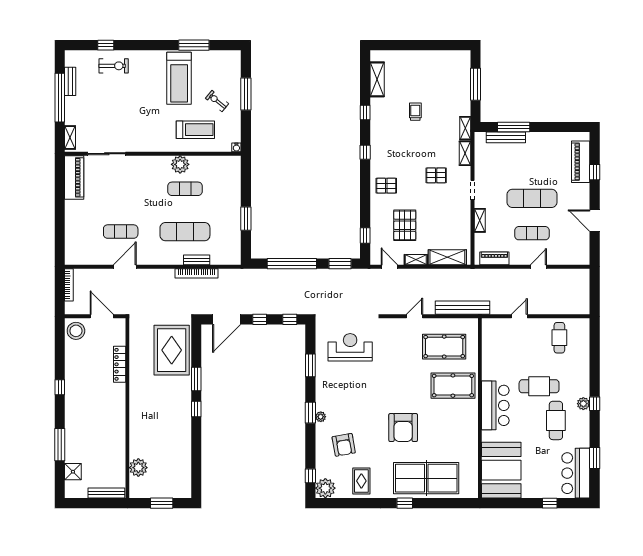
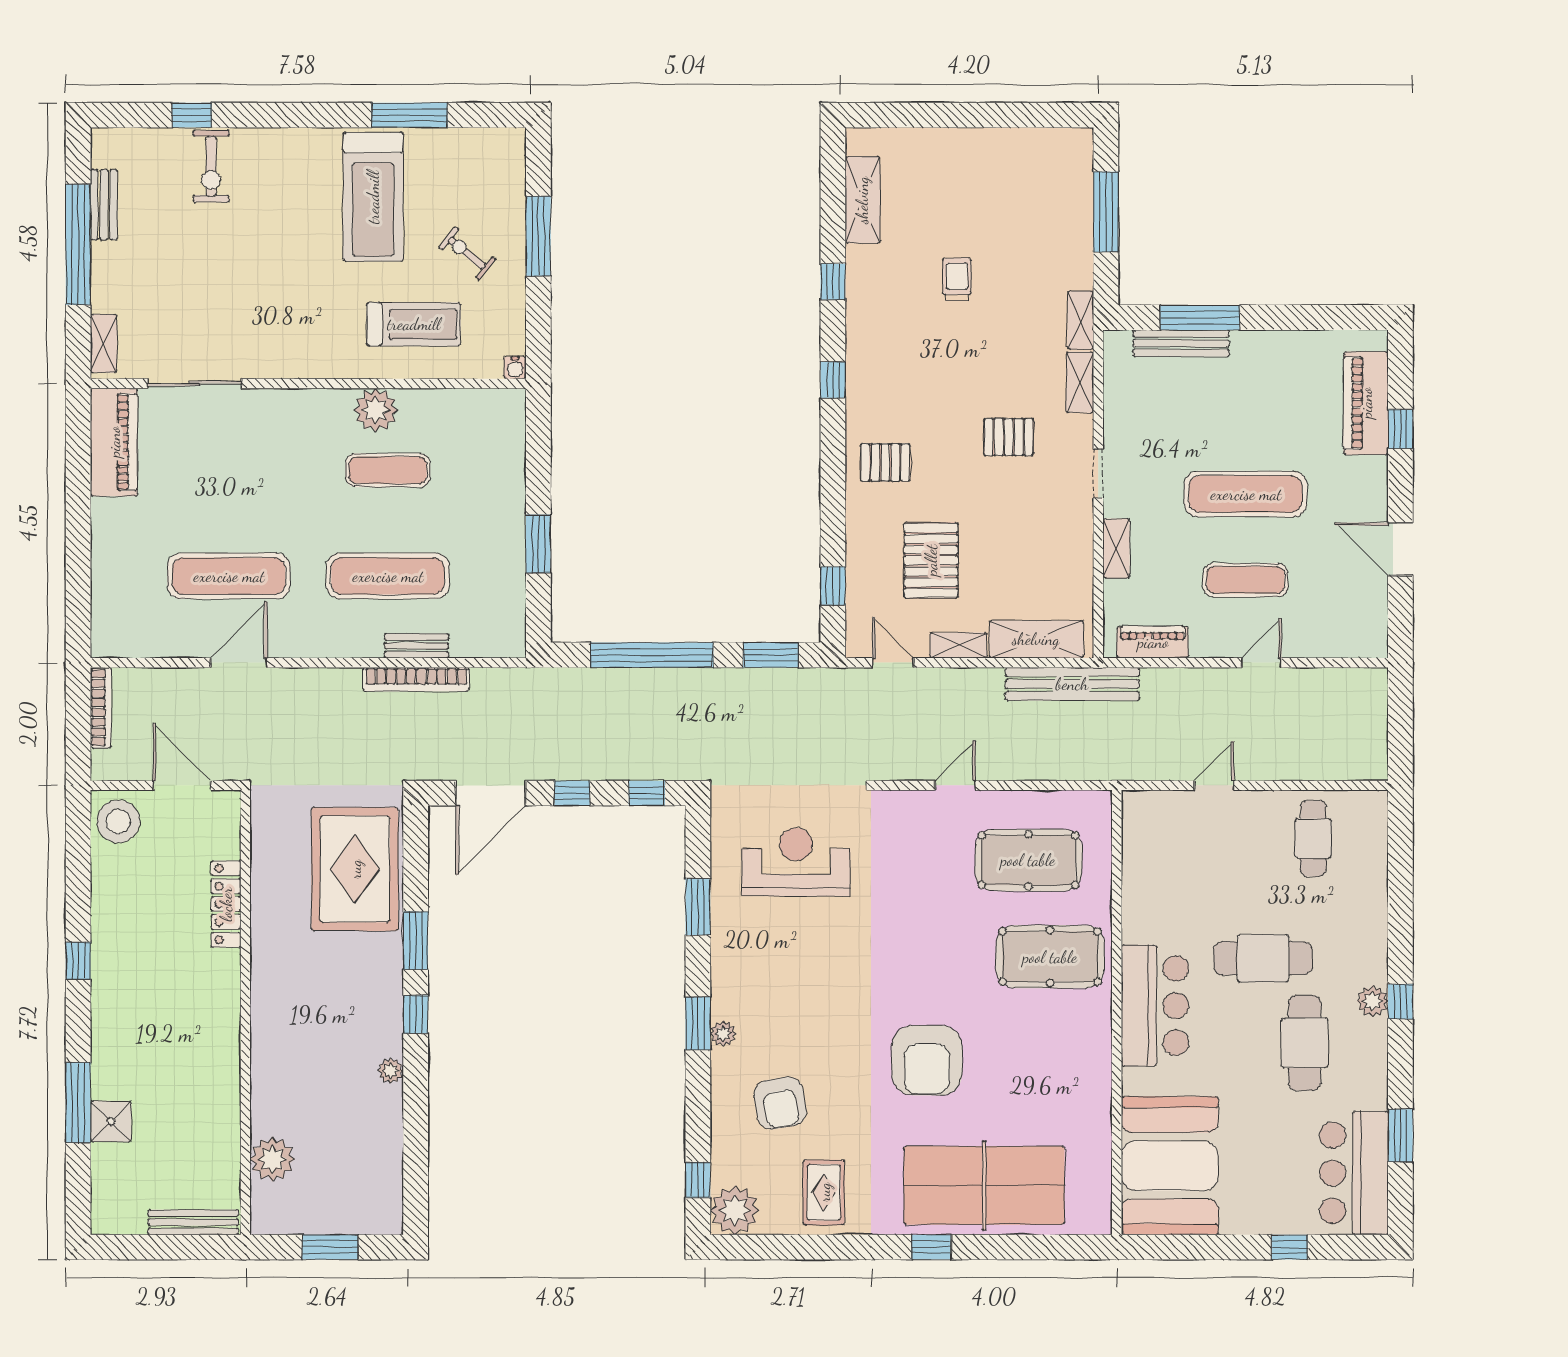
exercise bike: (114, 66) -> (211, 166), turned 90
exercise mat: (121, 232) -> (229, 576), width x1.36, depth x1.45
bench: (462, 308) -> (1072, 684), moved
plant: (186, 432) -> (391, 1071), added
shower: (73, 472) -> (111, 1121), moved

